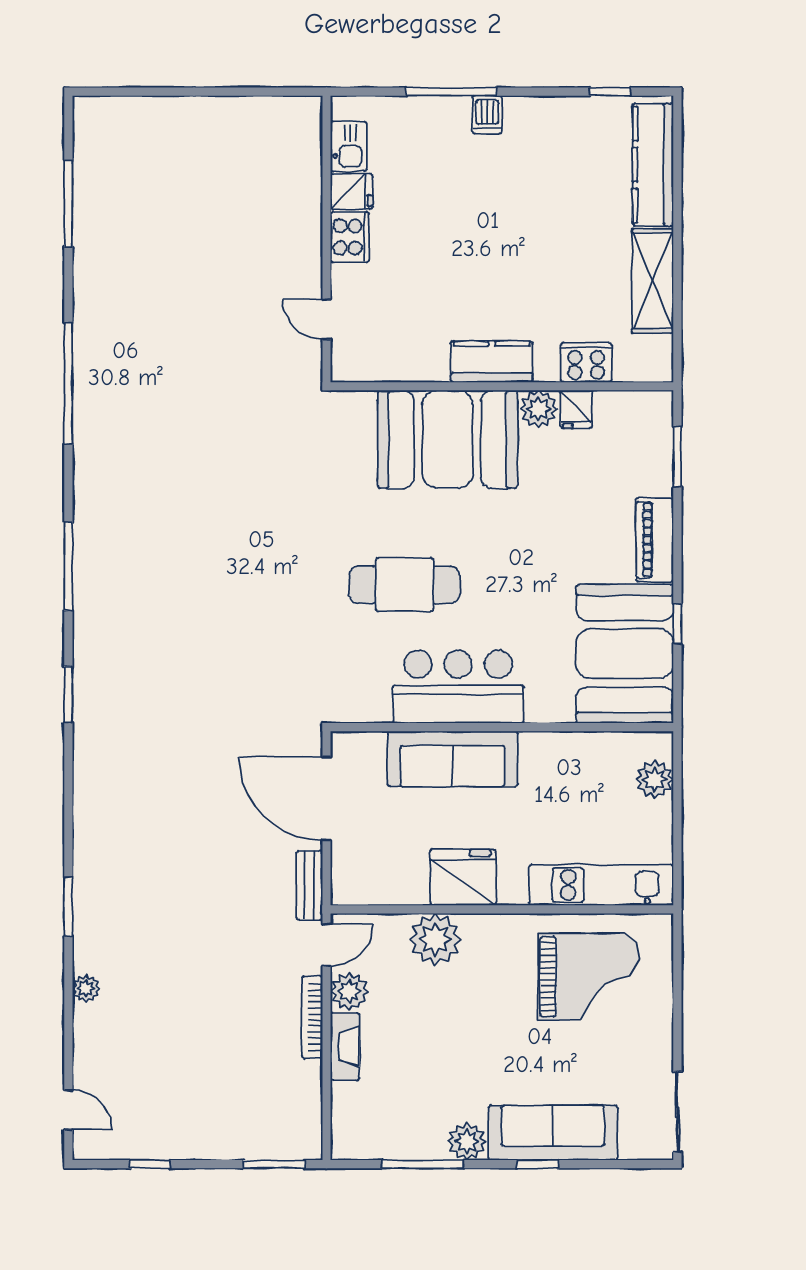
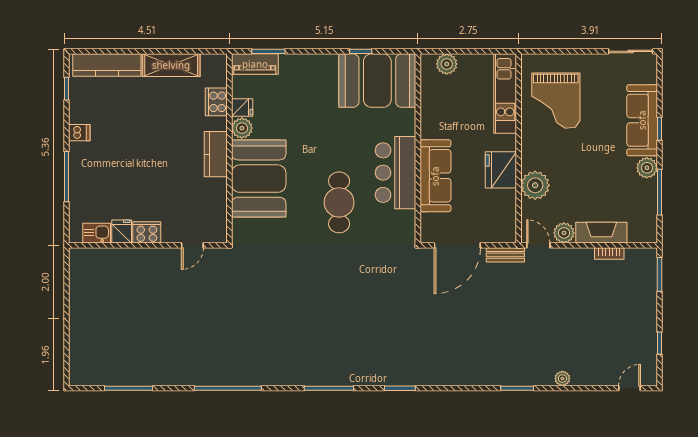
dishwasher: (487, 115) -> (79, 133), moved
piano: (655, 540) -> (255, 64), moved
grand piano: (588, 977) -> (556, 101), turned 180
bookcase: (312, 1017) -> (609, 253), moved, width x0.64
fireplace: (345, 1047) -> (601, 233), width x1.37, depth x1.32

